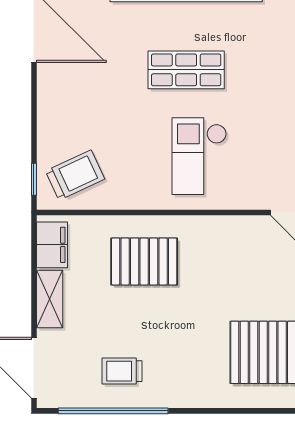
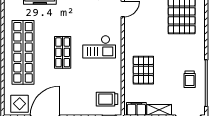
trolley: (75, 175) -> (107, 99), turned -65

